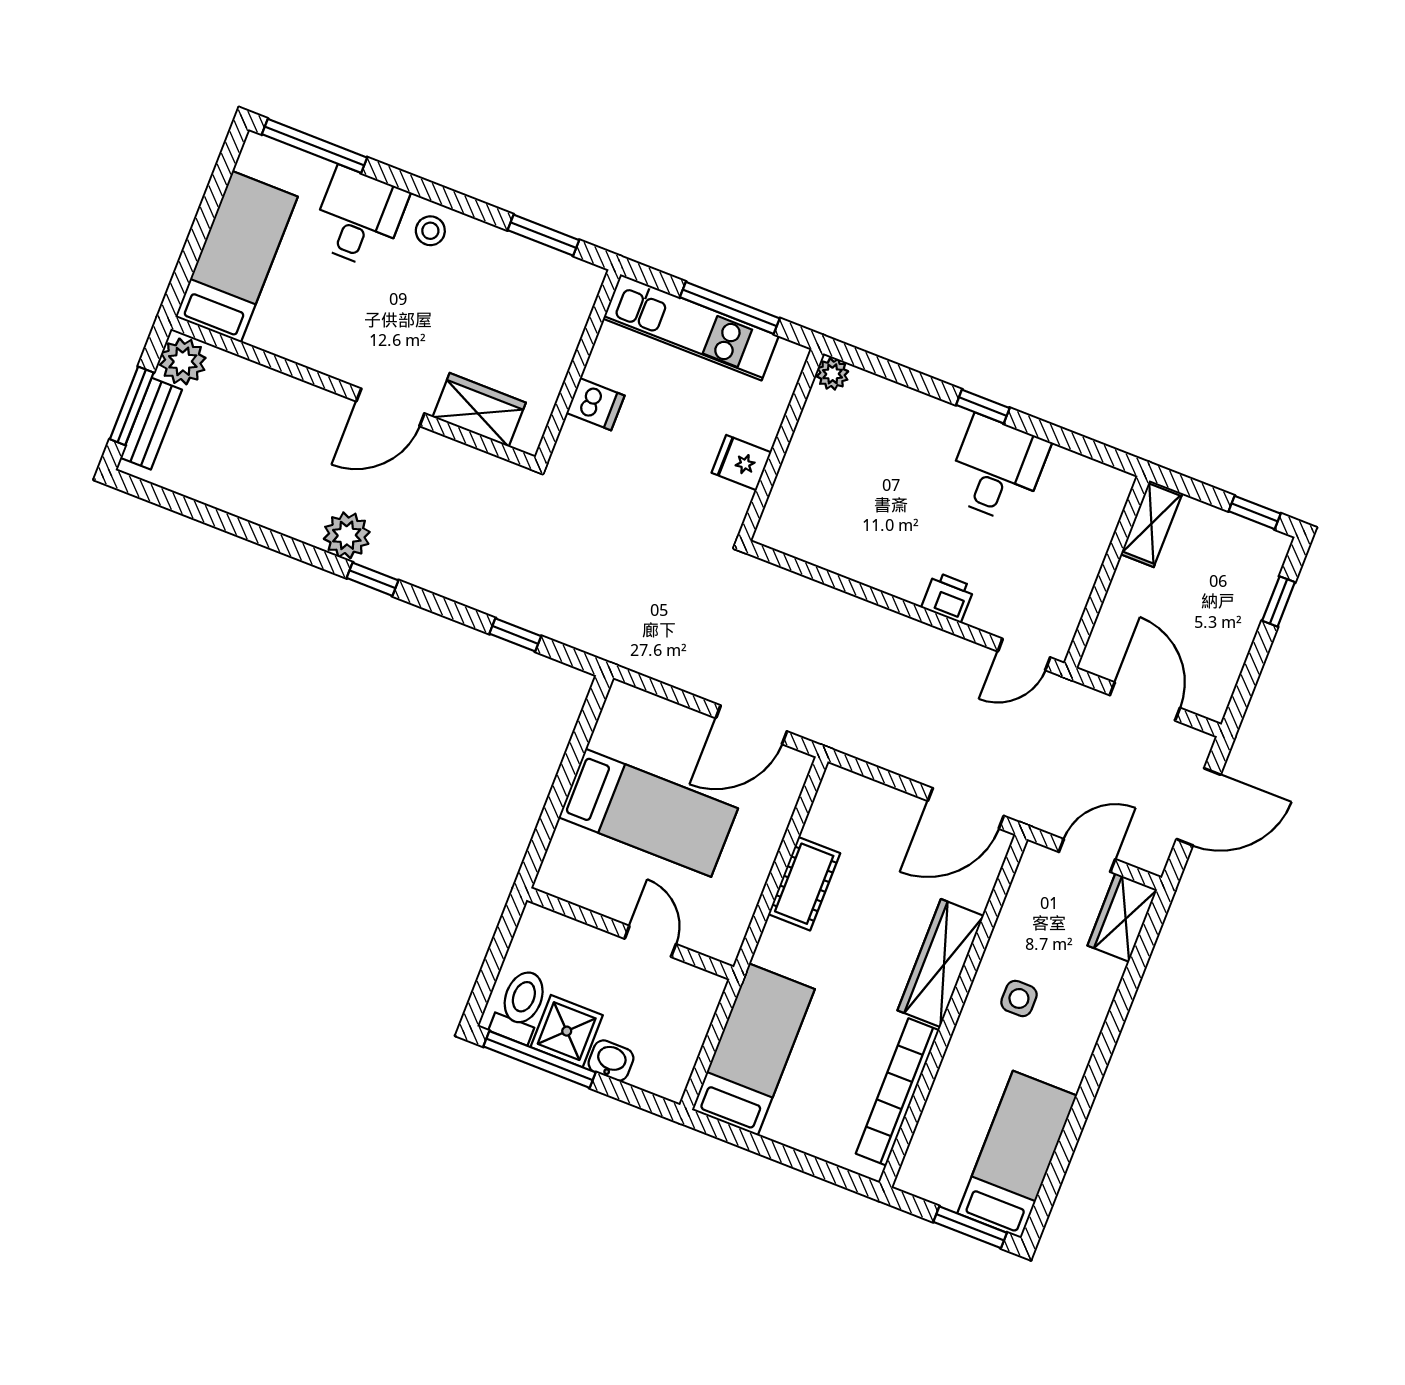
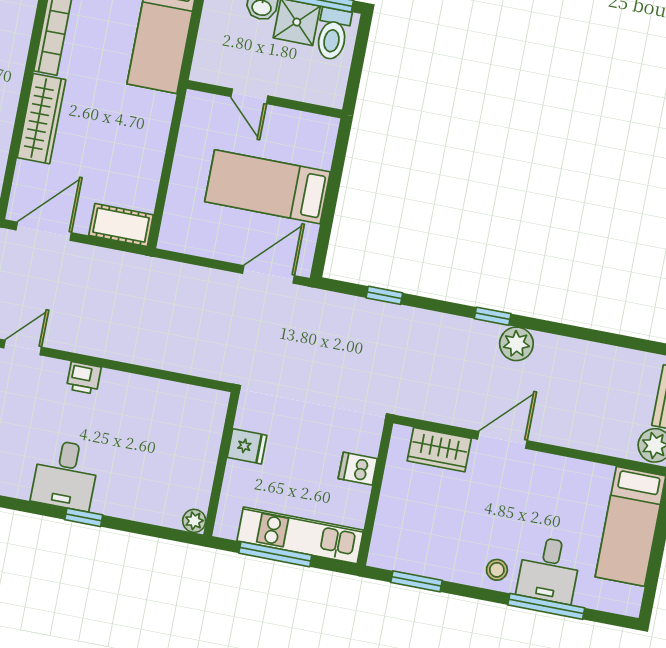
window: (314, 146) -> (546, 606), moved
door: (751, 725) -> (268, 274), moved
cot: (804, 884) -> (121, 225), moved, turned 90

